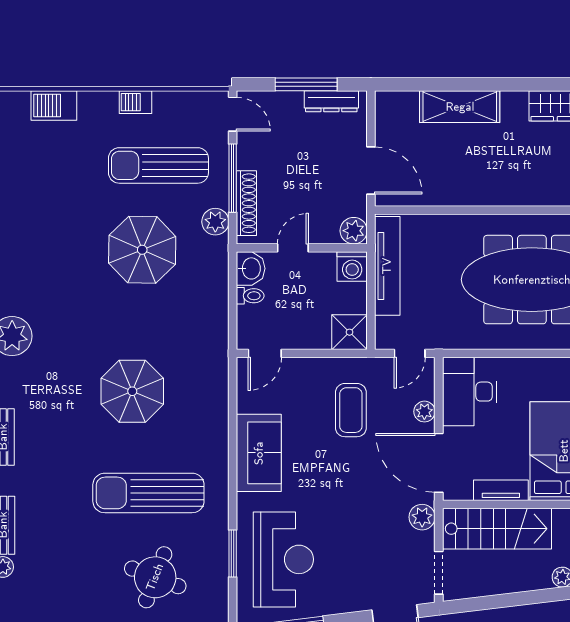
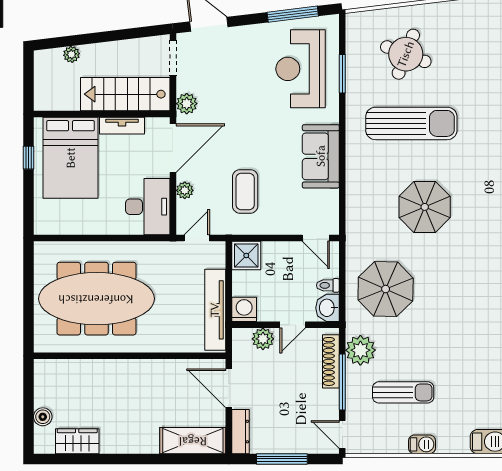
dresser: (331, 101) -> (241, 432), moved, turned 90
shelving: (460, 107) -> (193, 441), moved
sun lounger: (158, 165) -> (403, 392), width x0.73, depth x0.75
plant: (215, 222) -> (360, 350), width x1.36, depth x1.36
plant: (354, 231) -> (263, 339), moved
parasol: (142, 250) -> (386, 289), moved
door: (265, 353) -> (316, 238), swing flipped
door: (439, 463) -> (173, 148), hinge flipped

